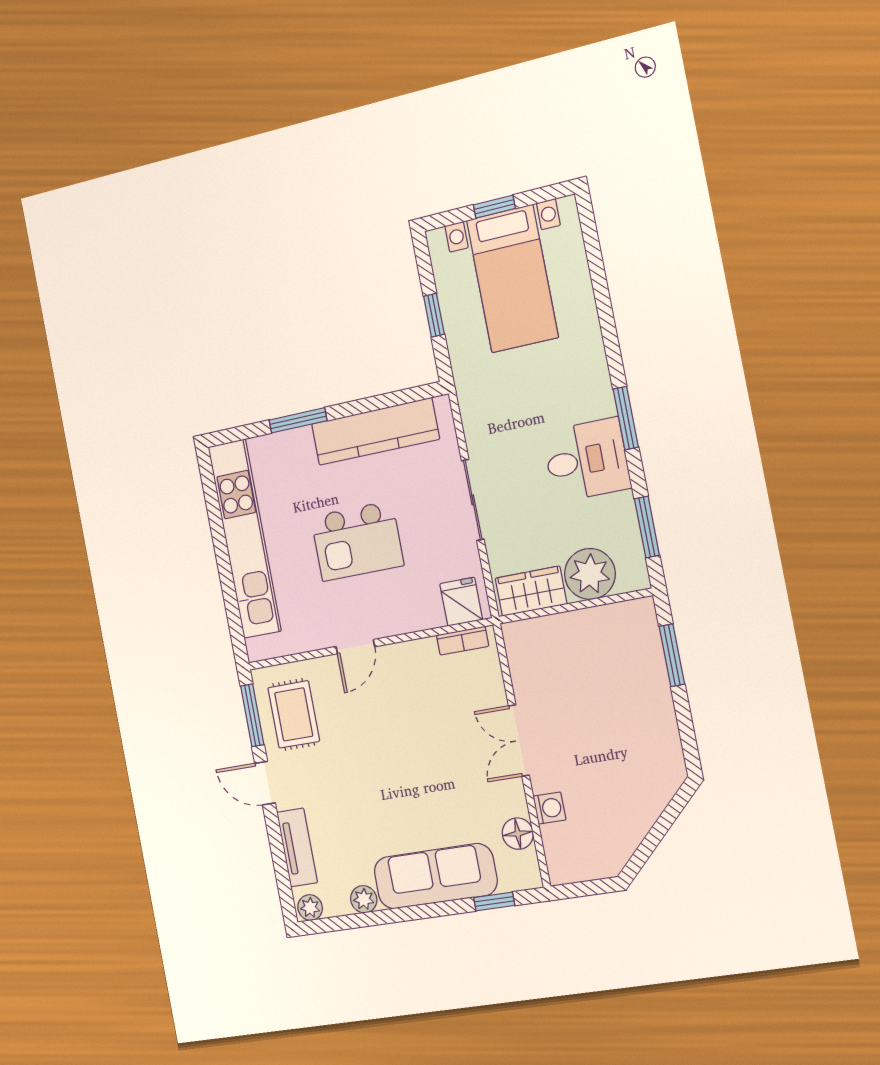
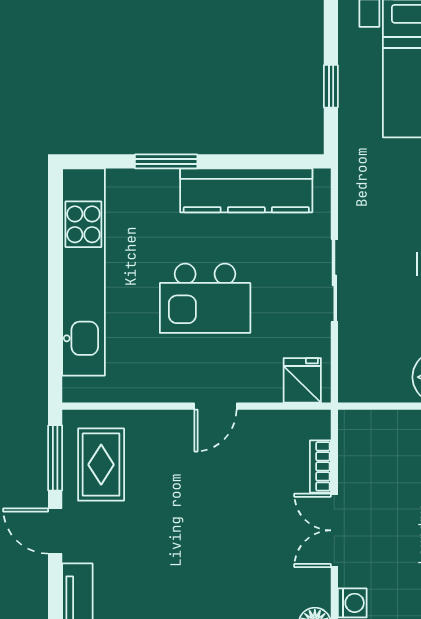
wardrobe: (531, 591) -> (376, 383), removed
bookcase: (462, 641) -> (320, 466), moved, turned 90
door: (355, 647) -> (215, 406), moved

